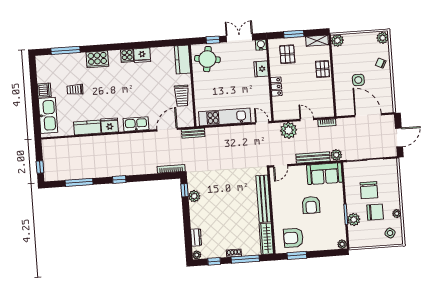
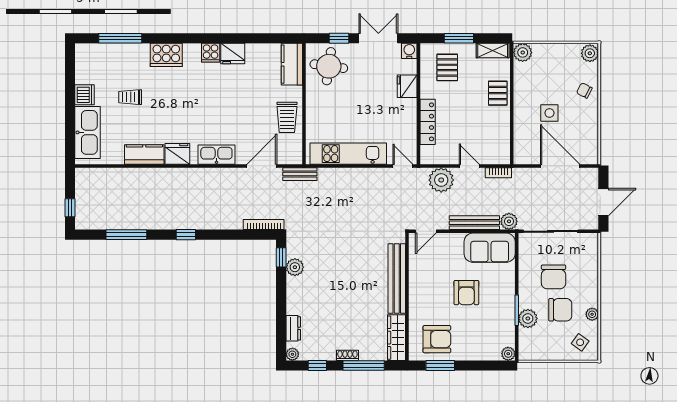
locker: (276, 87) -> (428, 122), width x1.53
armchair: (293, 238) -> (437, 339), turned 180

